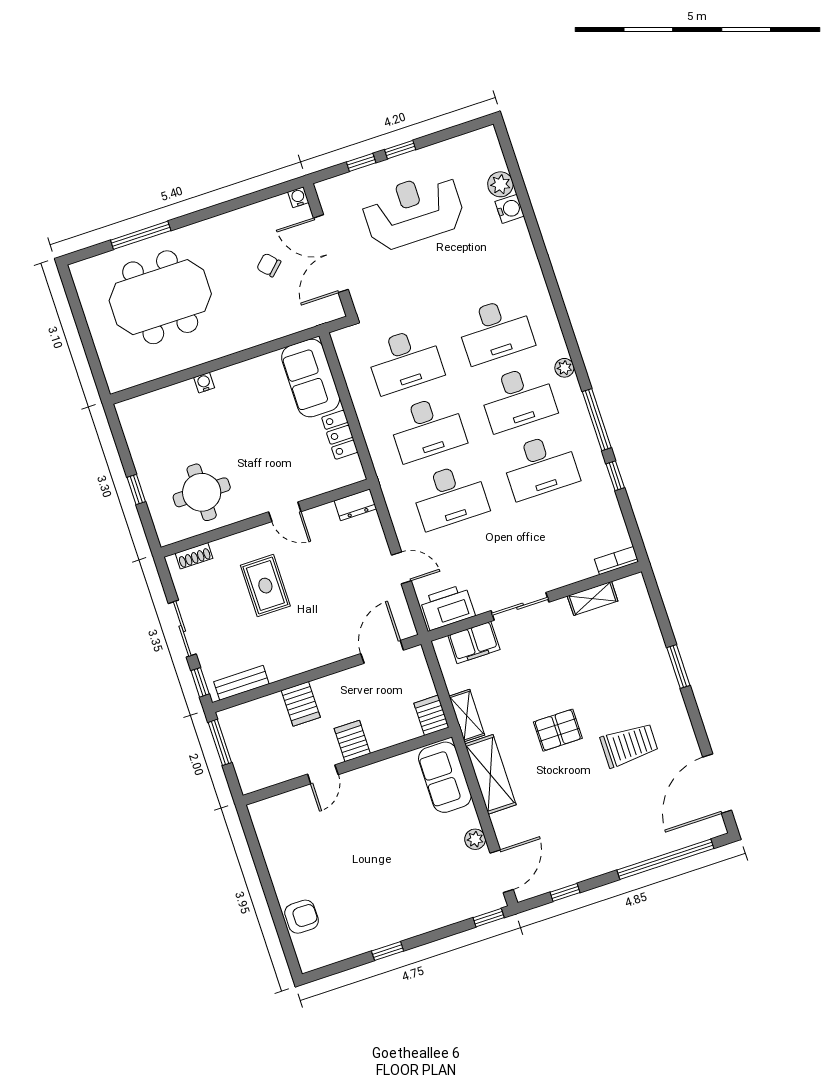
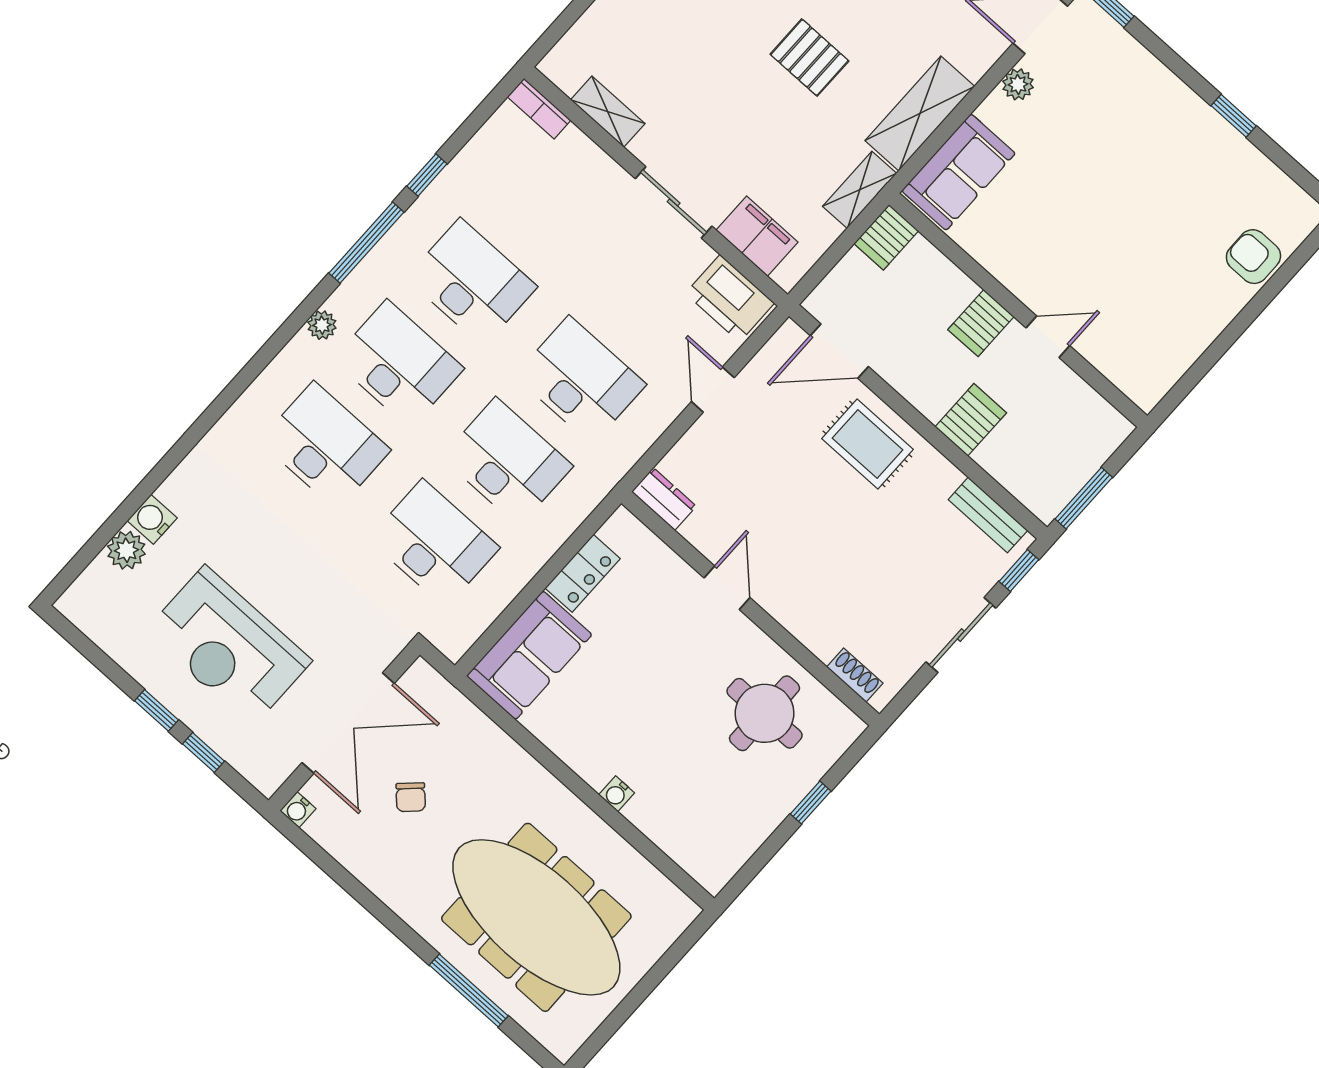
meeting table: (160, 297) -> (536, 917), width x1.36
rug: (265, 586) -> (867, 444), moved, turned 90

